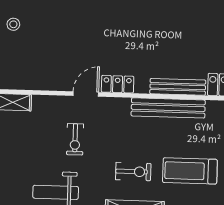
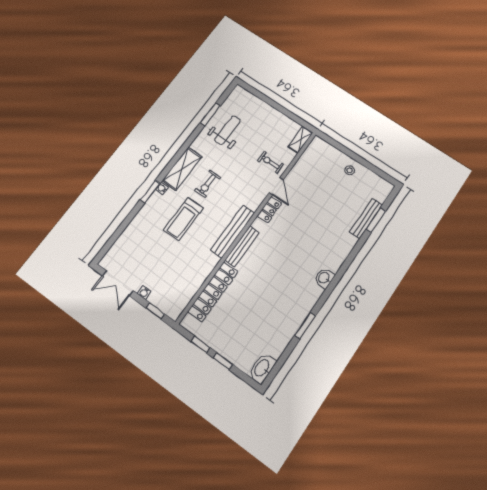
exercise bike: (75, 139) -> (271, 162), moved
treadmill: (190, 171) -> (183, 219), turned 180

